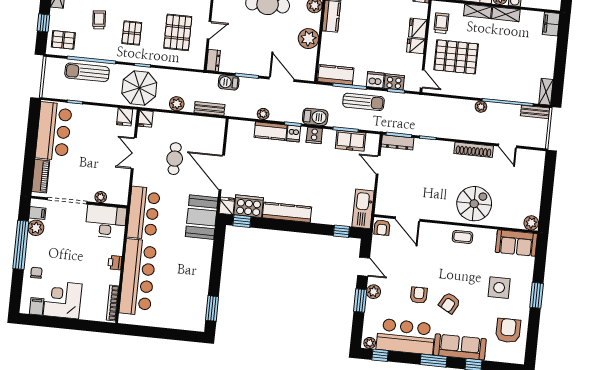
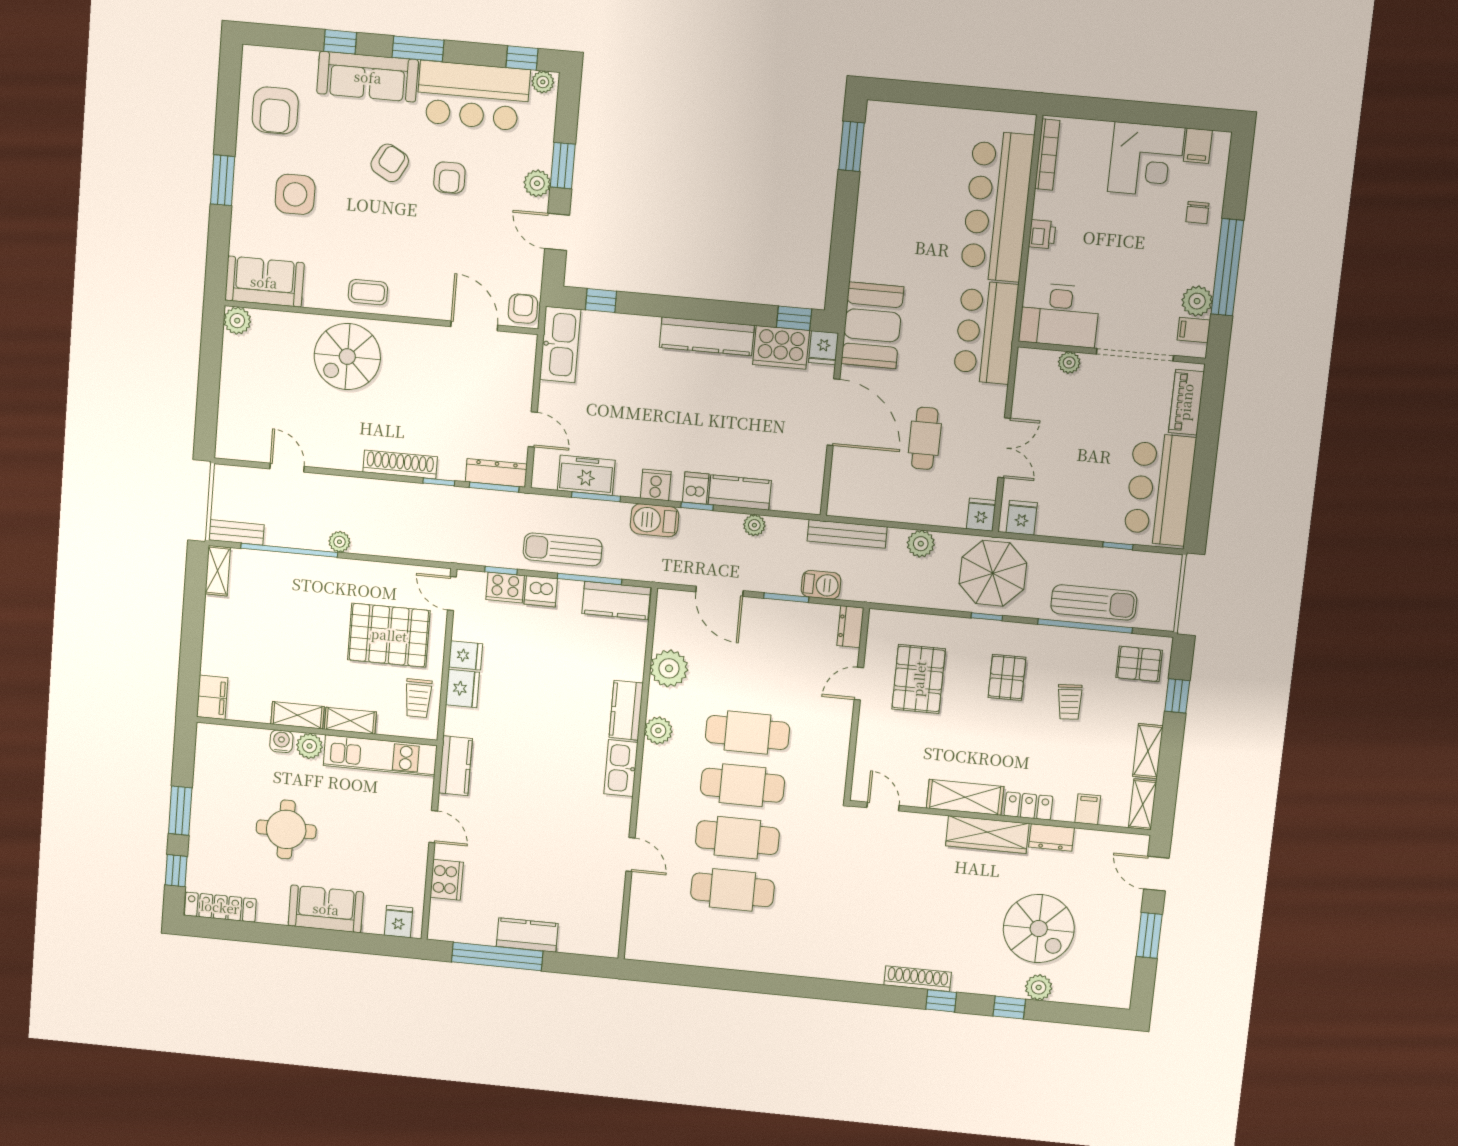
bench: (209, 109) -> (847, 534), width x1.36
shoe rack: (474, 150) -> (400, 464), moved

